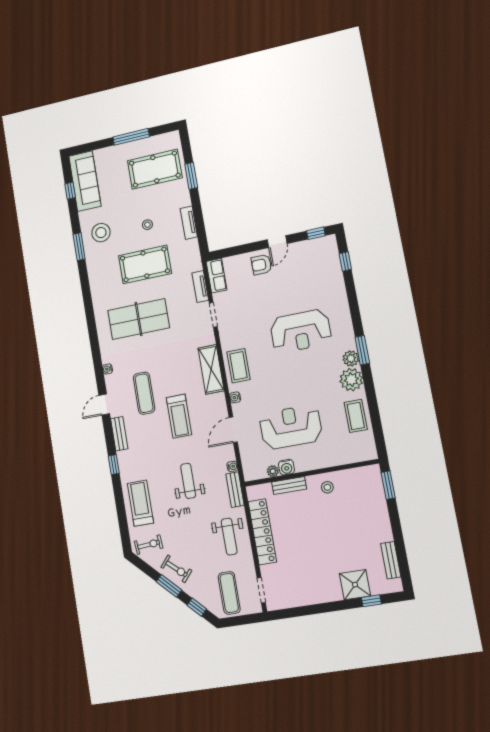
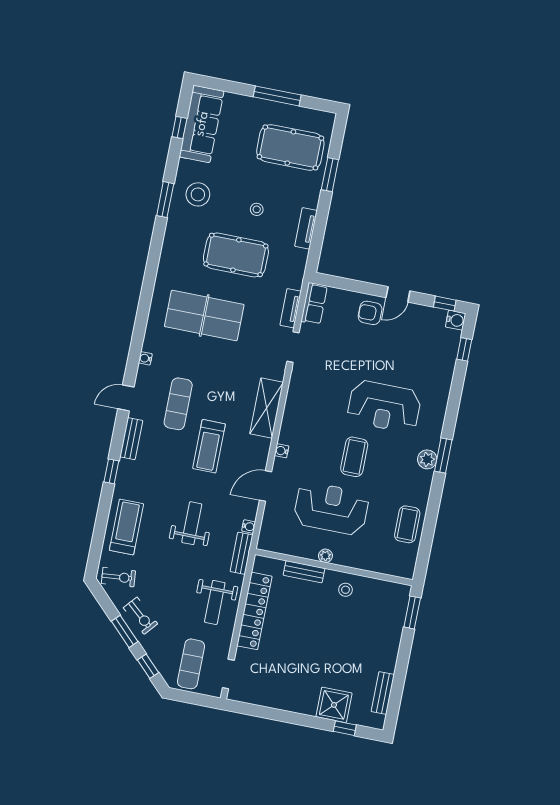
coffee table: (238, 366) -> (354, 457), moved
plant: (351, 380) -> (418, 483), removed
water cooler: (286, 467) -> (456, 320), moved, turned -90
plant: (273, 471) -> (325, 556), moved

